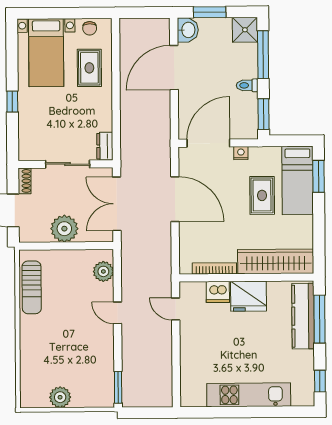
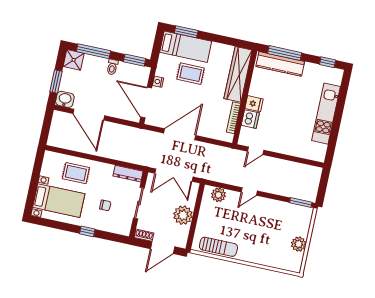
chair: (90, 28) -> (105, 205), moved
dresser: (105, 146) -> (128, 174), width x1.44
fridge: (248, 296) -> (254, 104), width x0.53, depth x0.75

